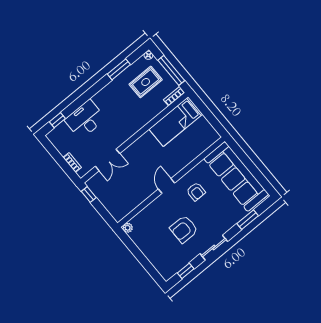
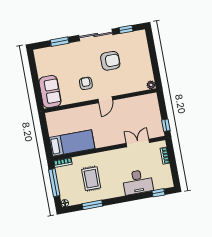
rug: (146, 82) -> (91, 179), moved, turned 90
sofa: (236, 176) -> (50, 92), width x0.54, depth x0.79
sliding door: (214, 248) -> (96, 35), width x1.37

